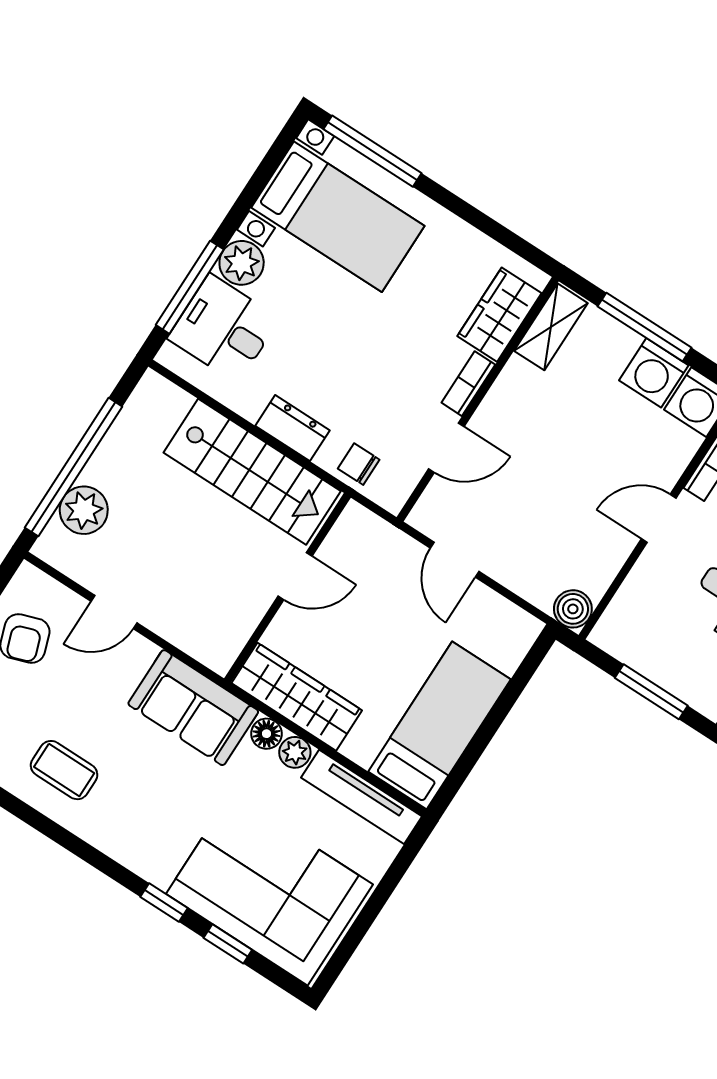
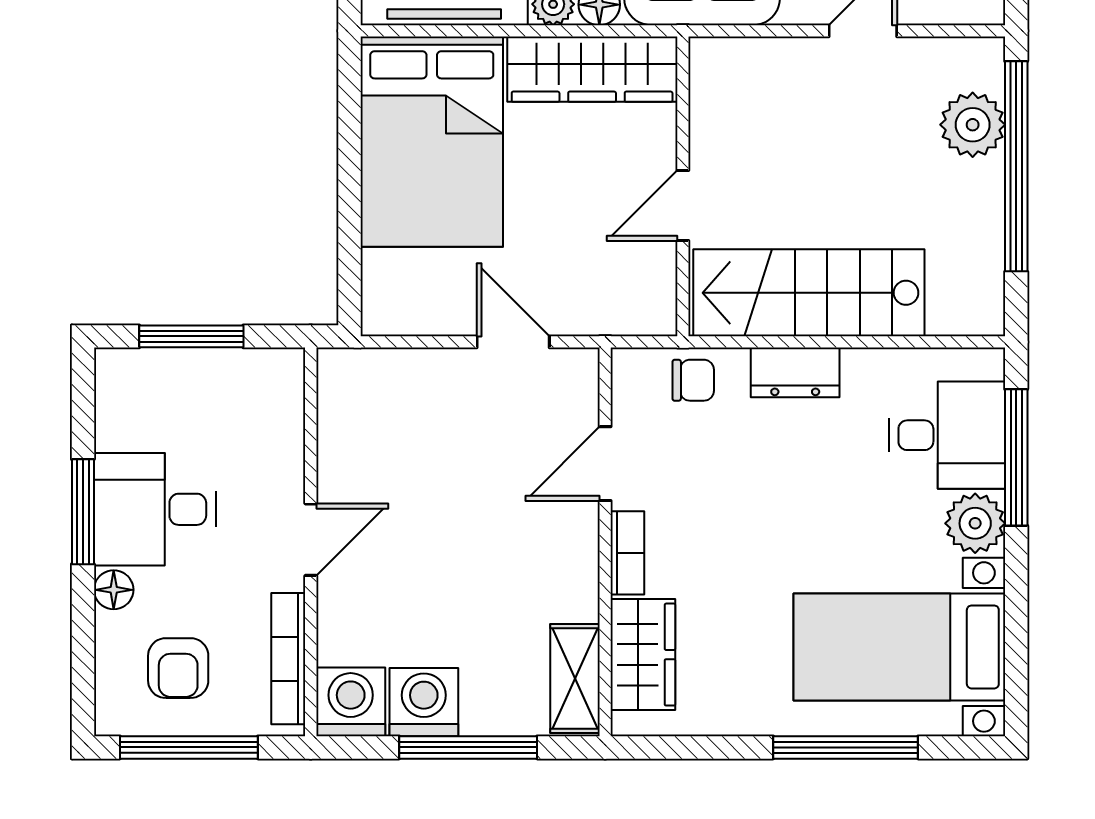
window: (372, 151) -> (846, 747), moved
boiler: (573, 609) -> (342, 373), removed
bed: (439, 725) -> (432, 142), width x1.50

